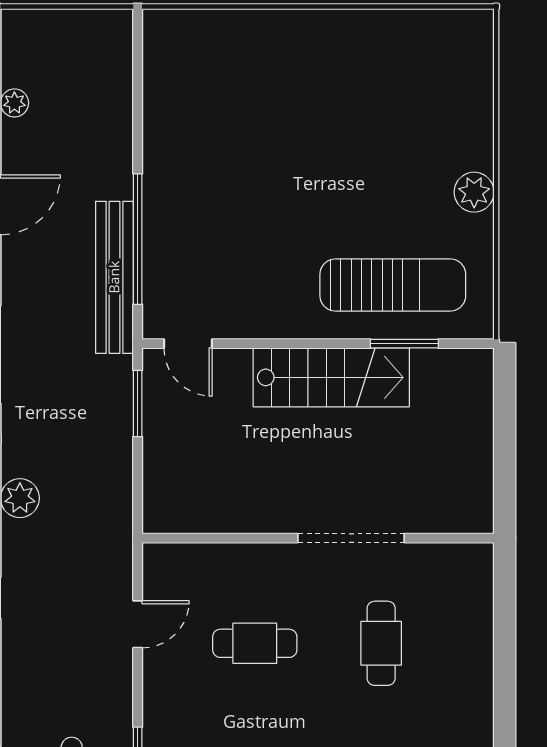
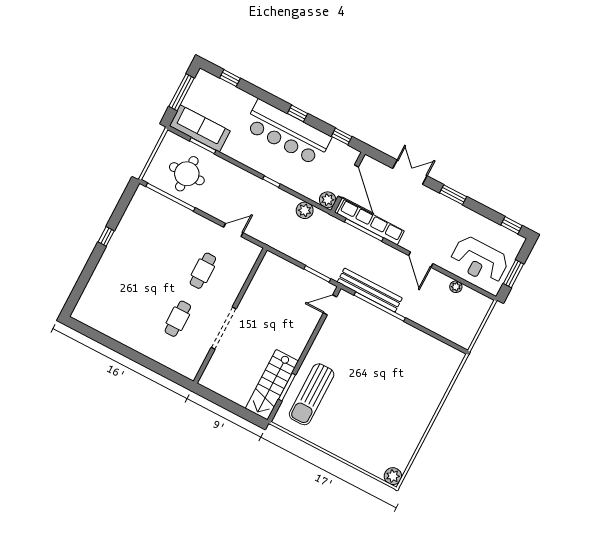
plant: (474, 192) -> (393, 476), moved
stairs: (331, 377) -> (272, 385), moved
door: (138, 624) -> (233, 230), swing flipped
cafe table: (381, 643) -> (178, 319), turned 90

